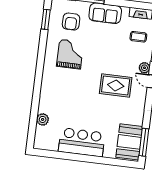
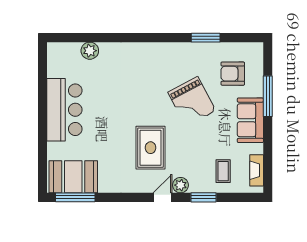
window: (46, 19) -> (206, 38), moved
grand piano: (70, 54) -> (192, 102), moved, turned 62

